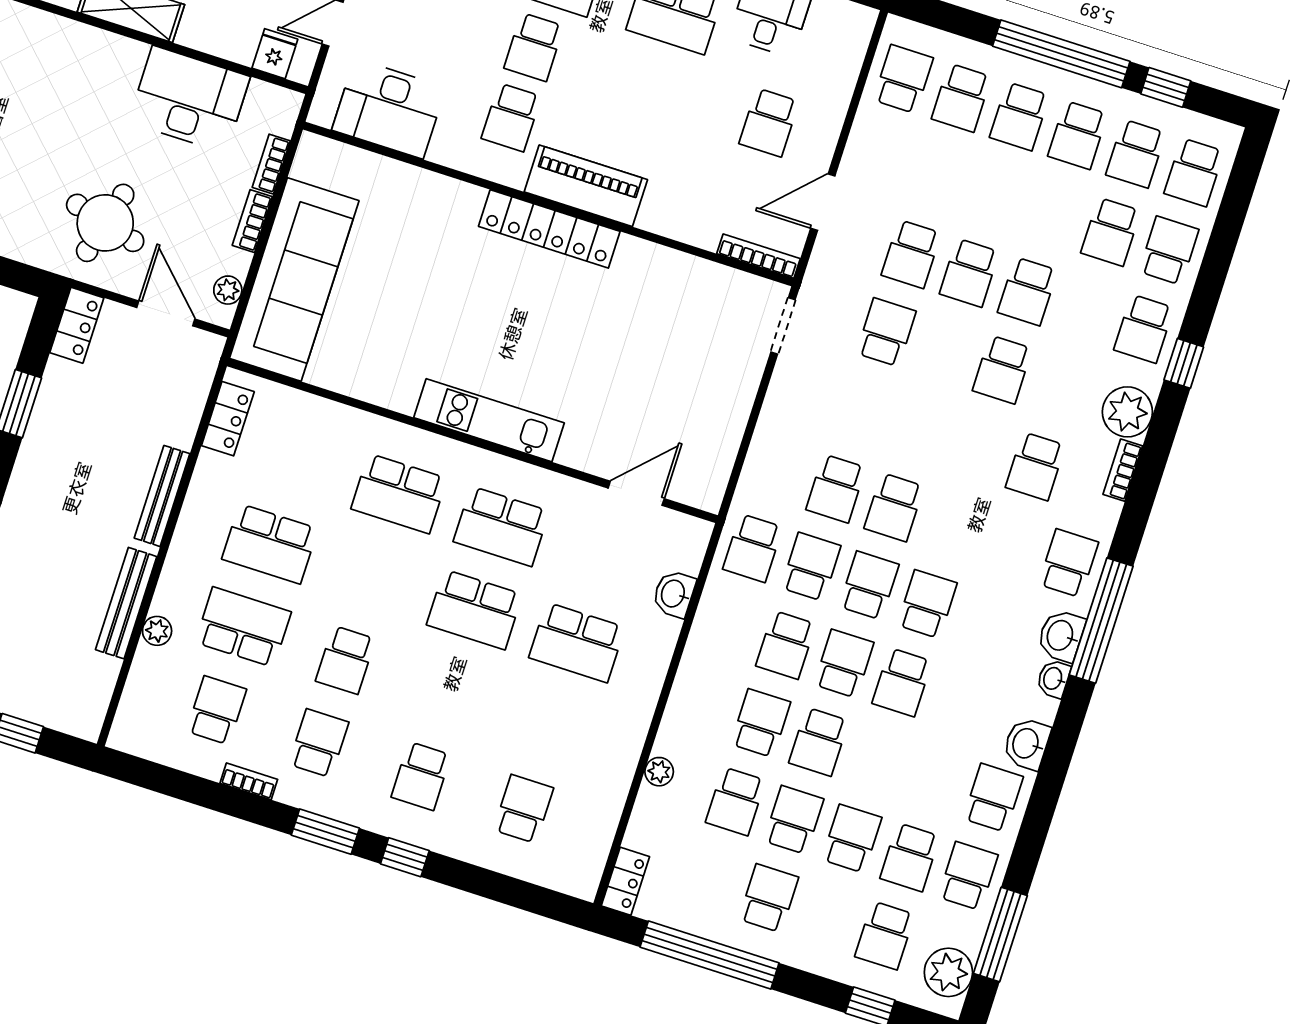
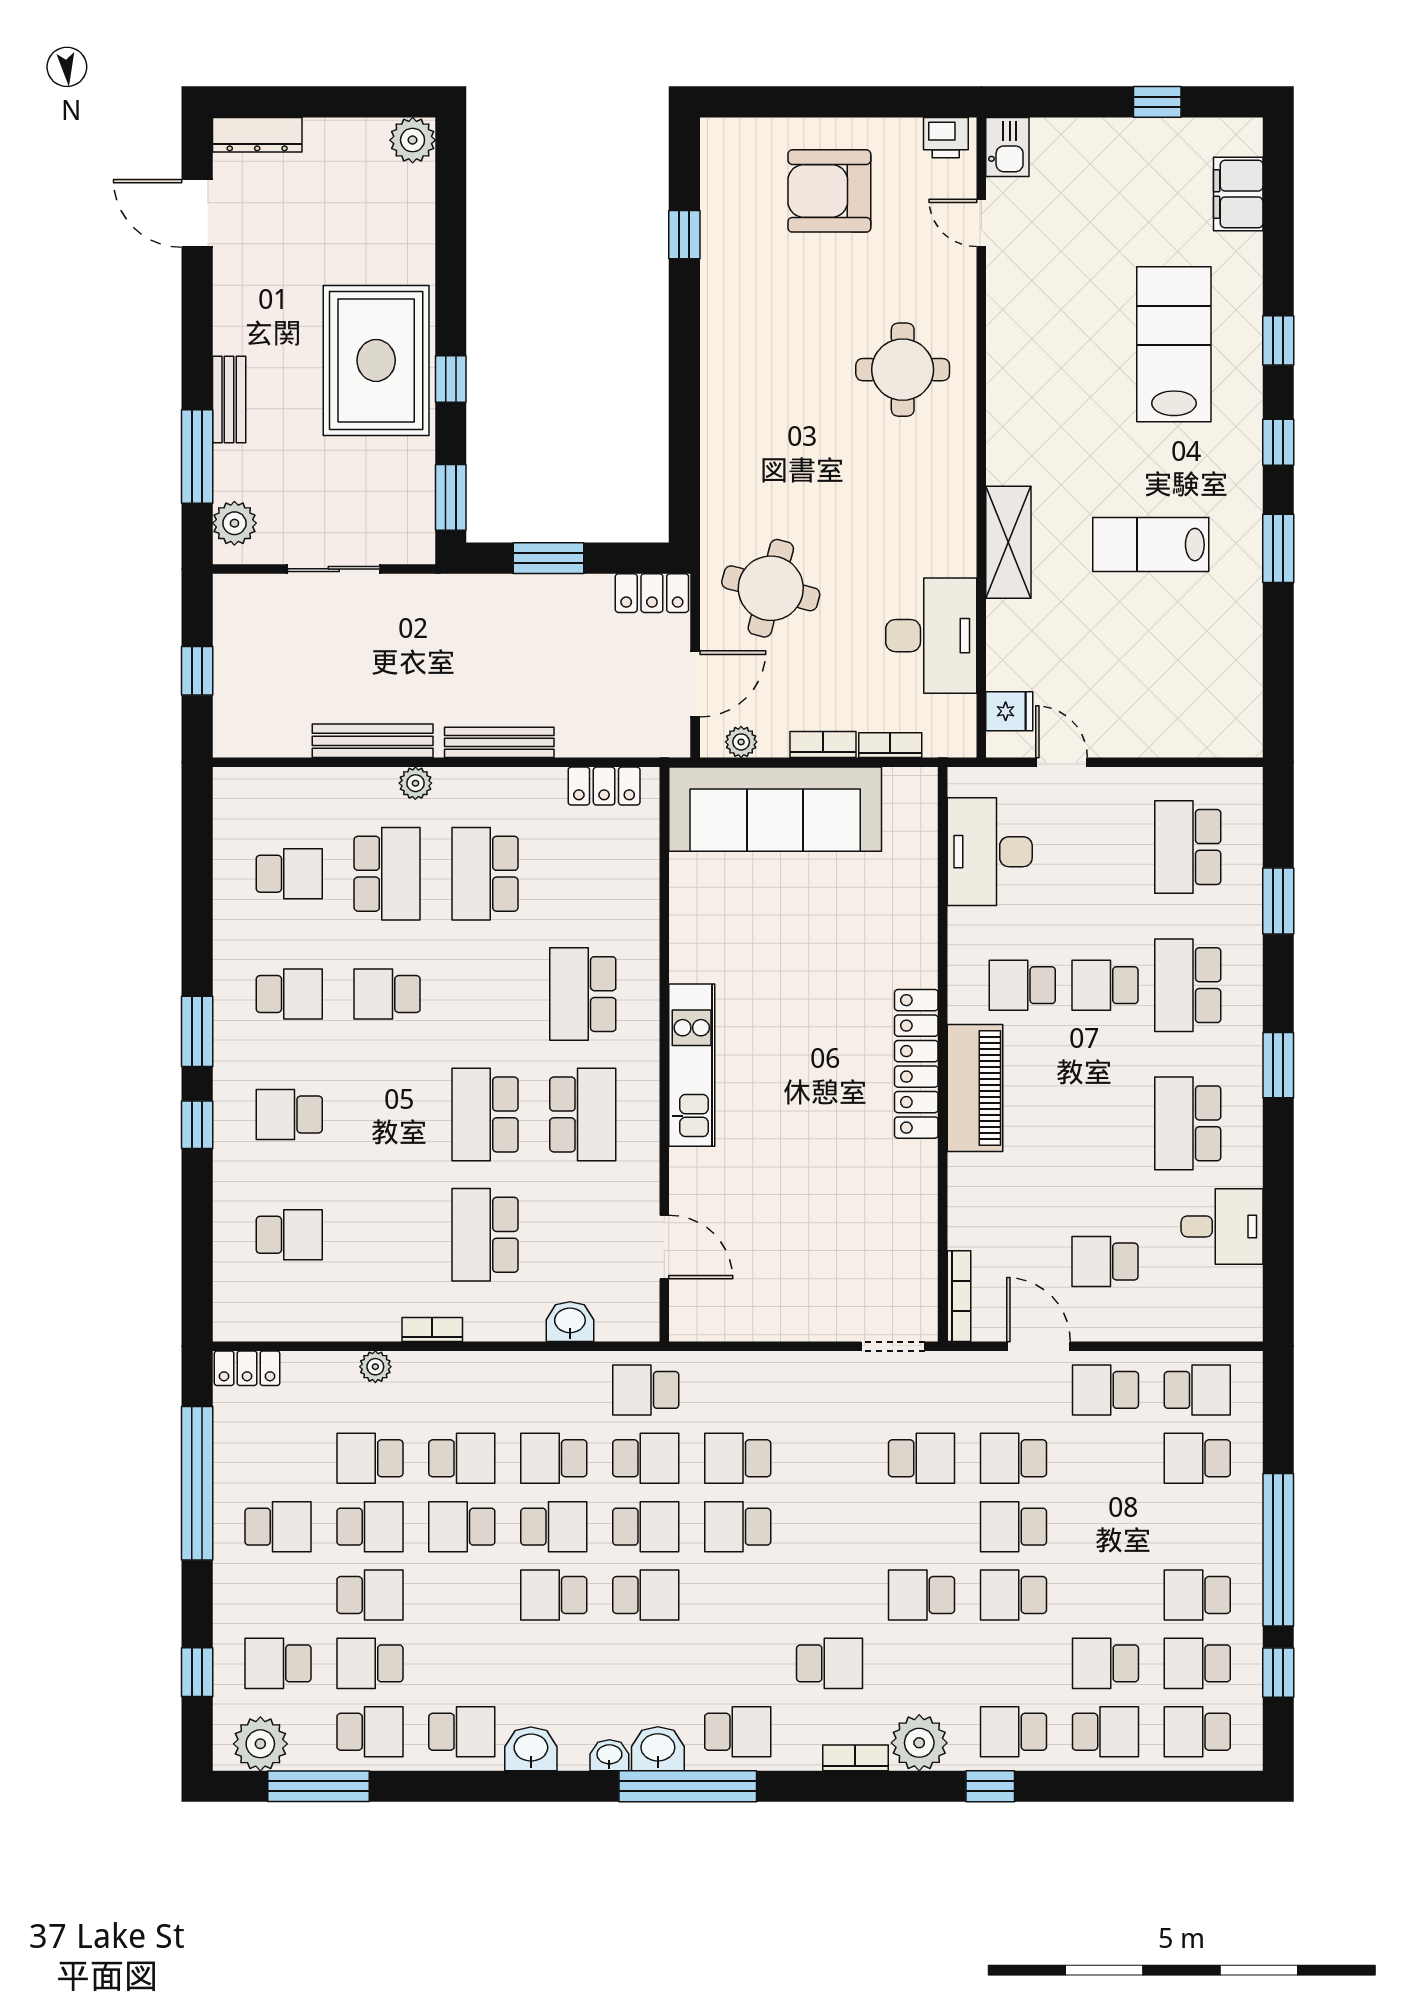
school desk: (1020, 116) -> (1105, 1390), moved
school desk: (1035, 466) -> (830, 1663), turned 180
school desk: (501, 526) -> (583, 1114), turned 180
plant: (157, 631) -> (415, 783), moved
bookcase: (249, 781) -> (432, 1330), moved, turned -90

